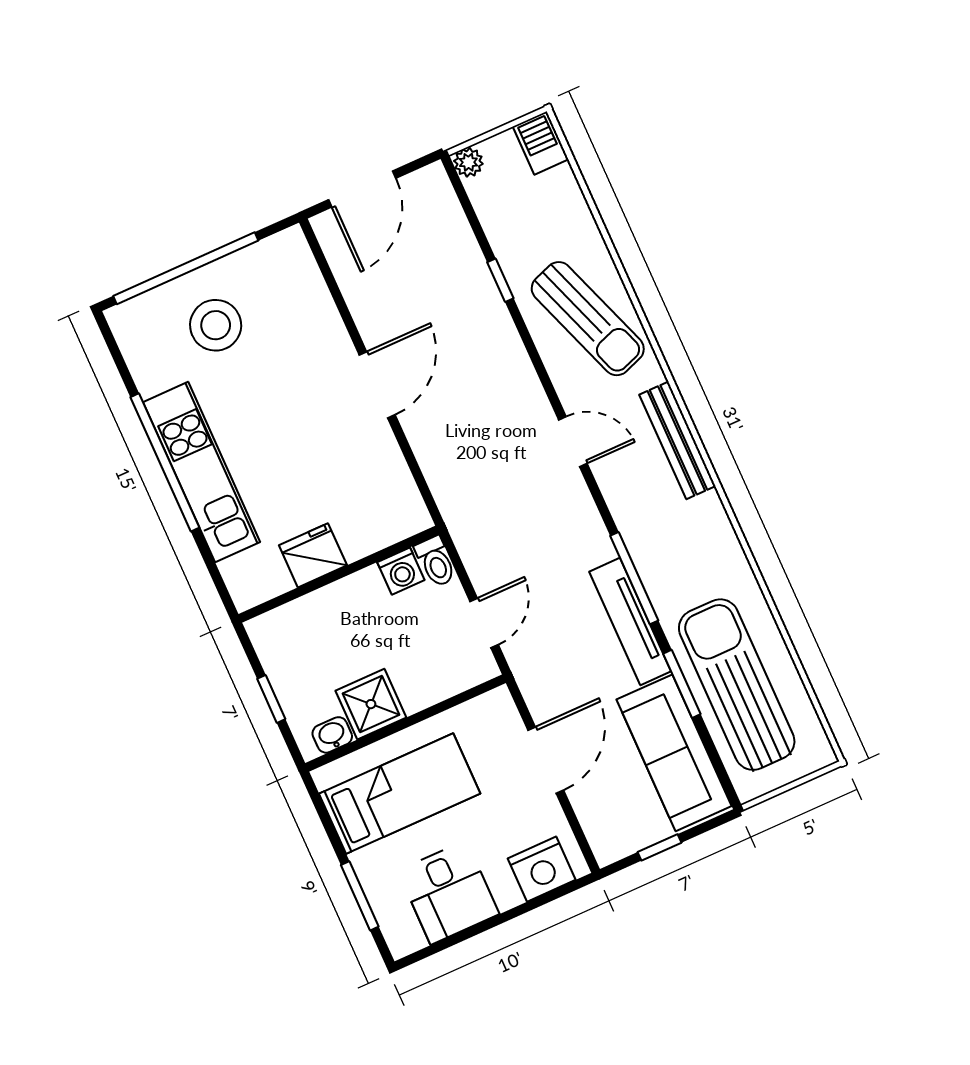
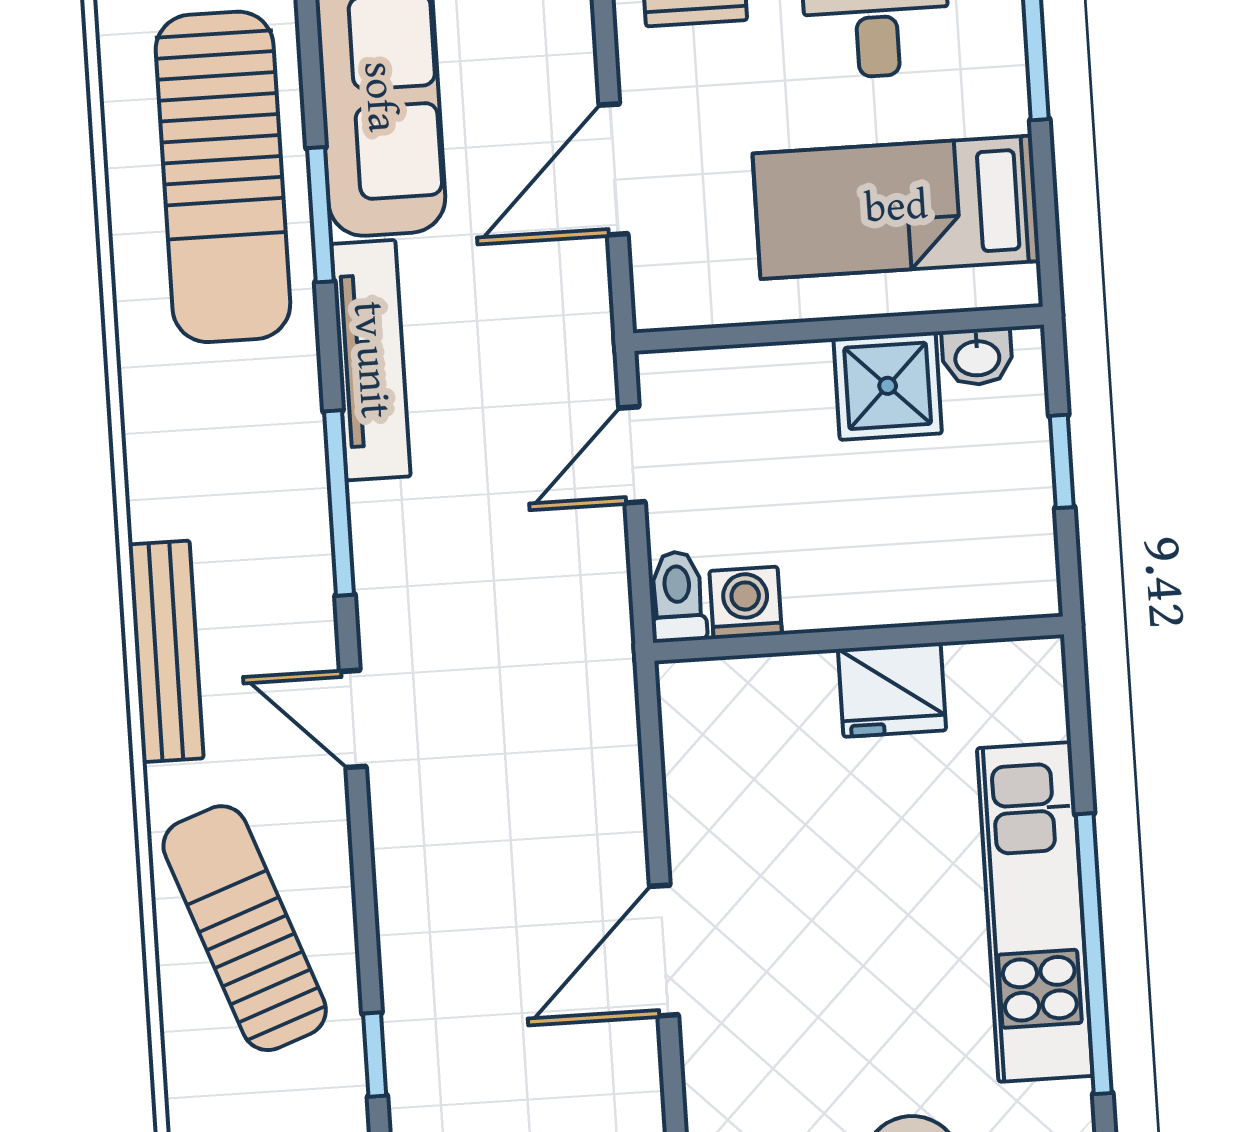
window: (634, 578) -> (339, 503), moved

